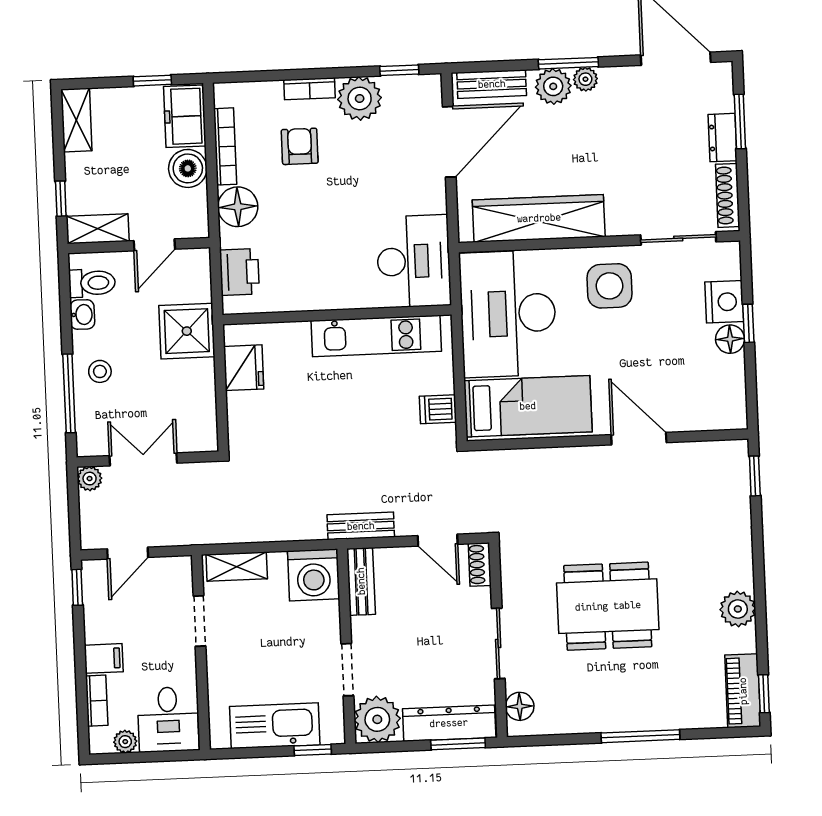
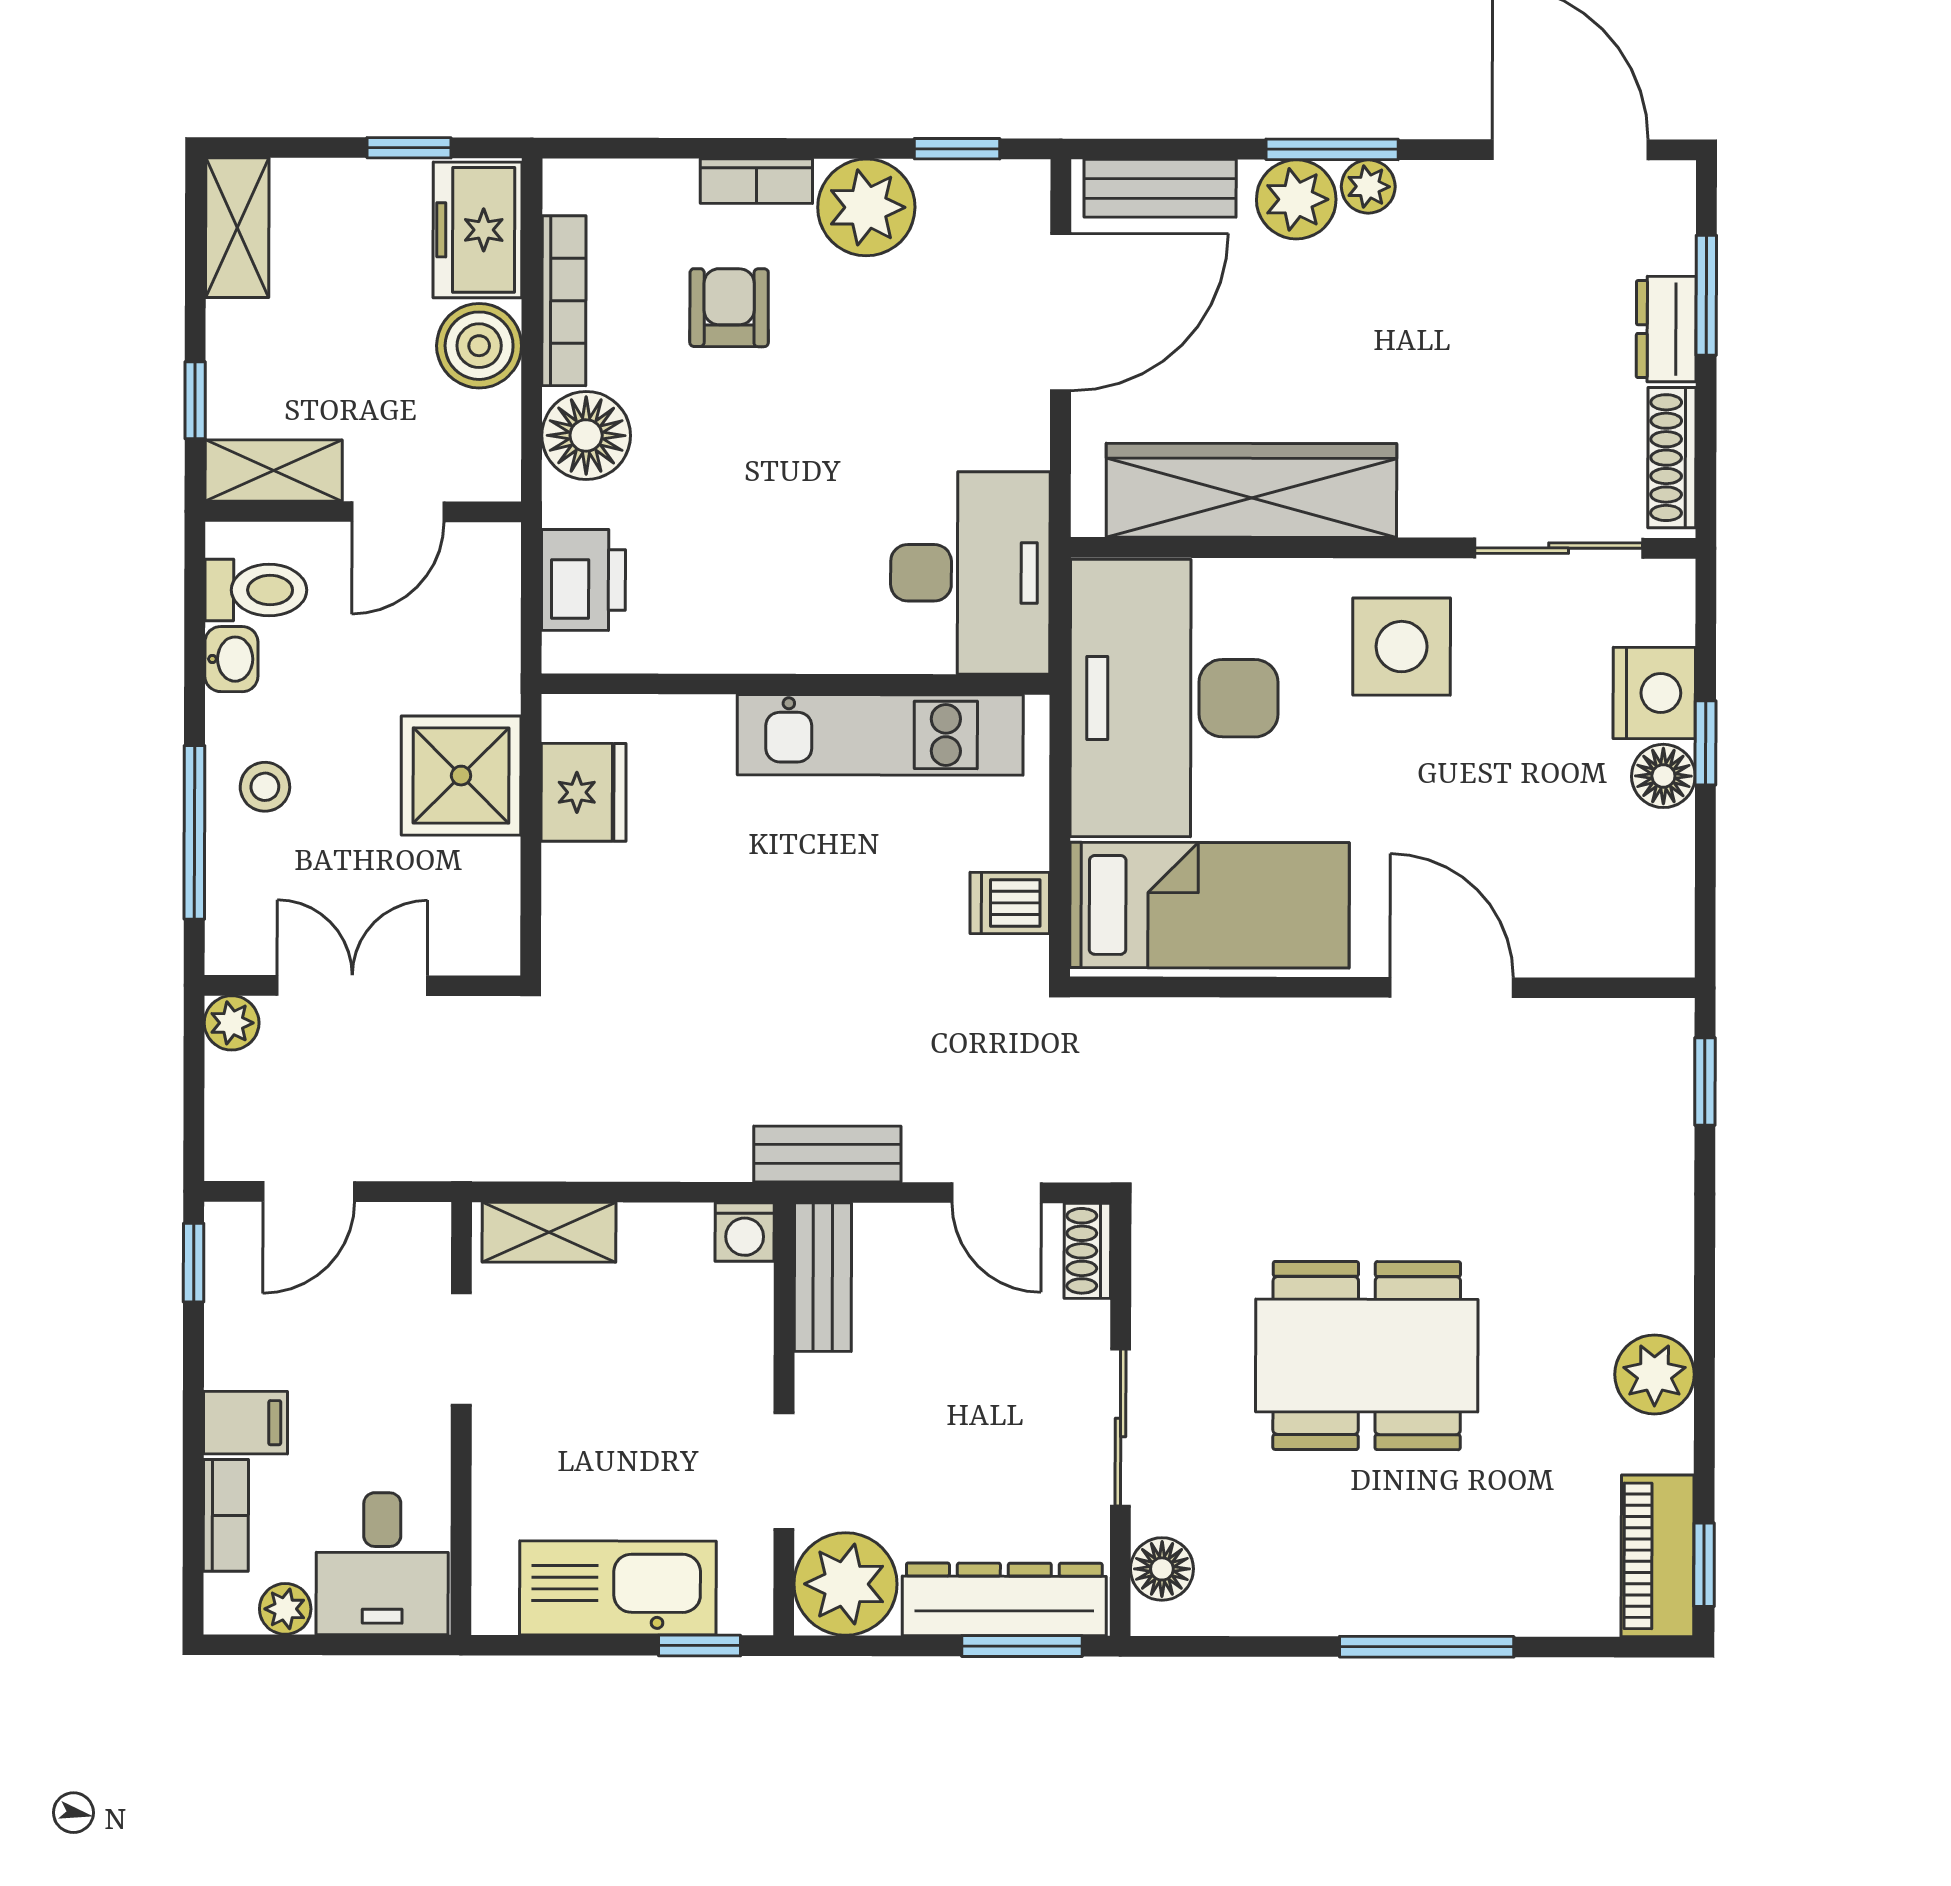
shower: (187, 331) -> (461, 776), moved
washing machine: (314, 575) -> (745, 1232), width x0.53, depth x0.53

